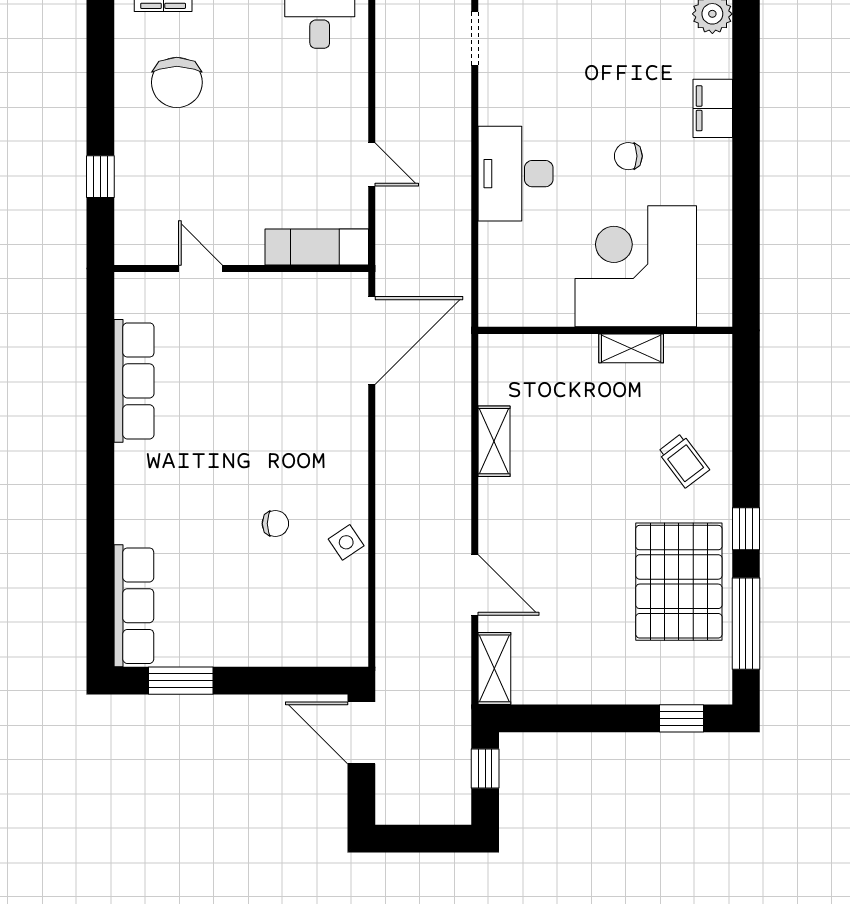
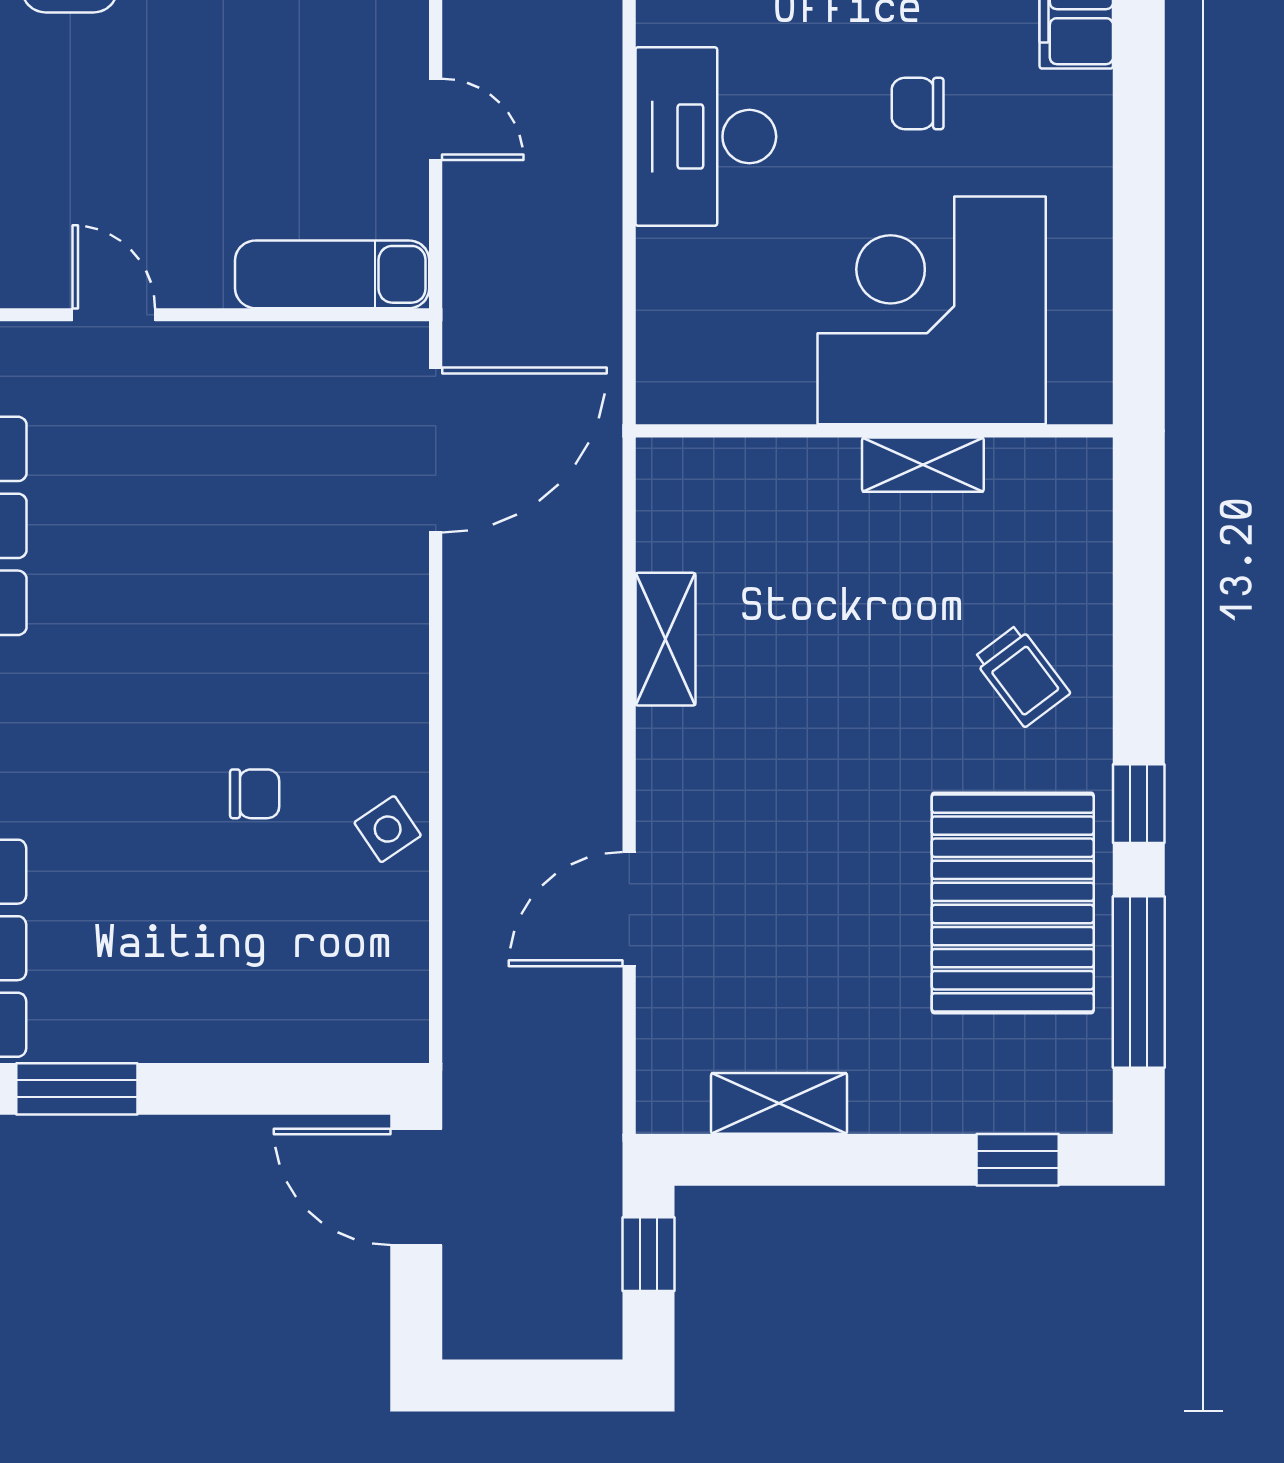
door: (475, 585) -> (629, 909), swing flipped
shelving: (494, 668) -> (779, 1103), moved, turned 90

